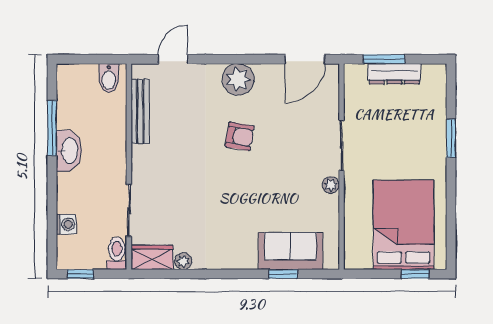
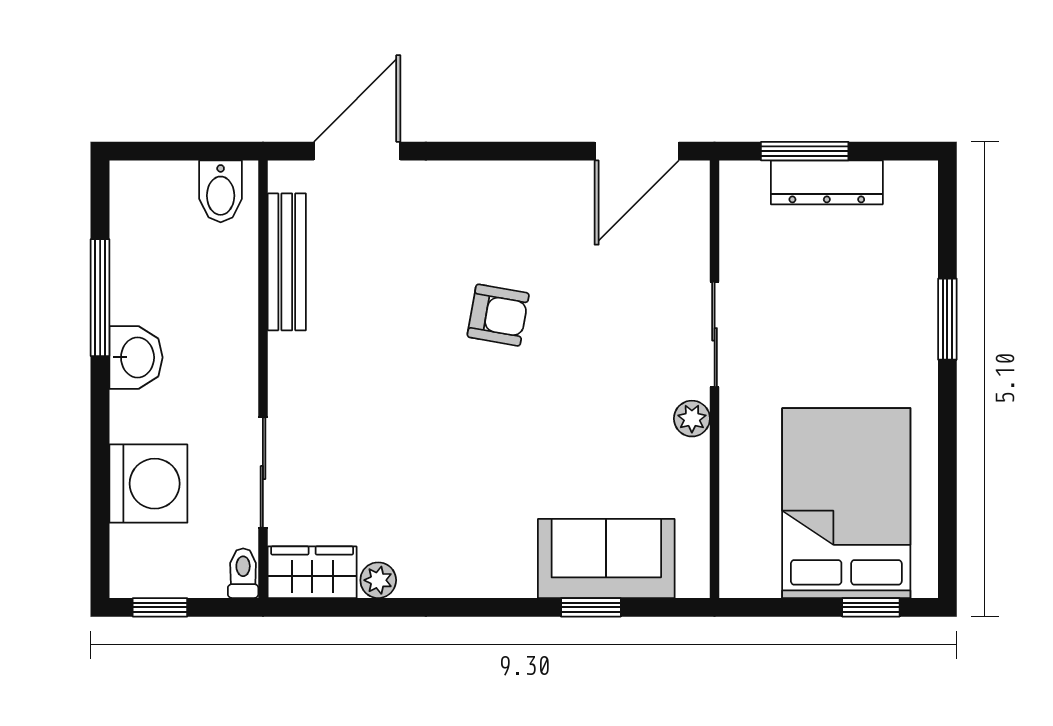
door: (173, 59) -> (357, 151), width x1.38
plant: (238, 79) -> (495, 194), removed
washbasin: (69, 151) -> (136, 357), width x0.72
washing machine: (66, 224) -> (148, 484), width x1.89, depth x1.89
toilet: (117, 253) -> (243, 573), width x0.73, depth x0.72

